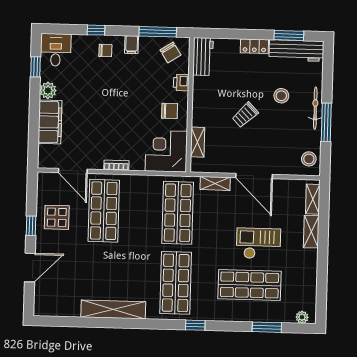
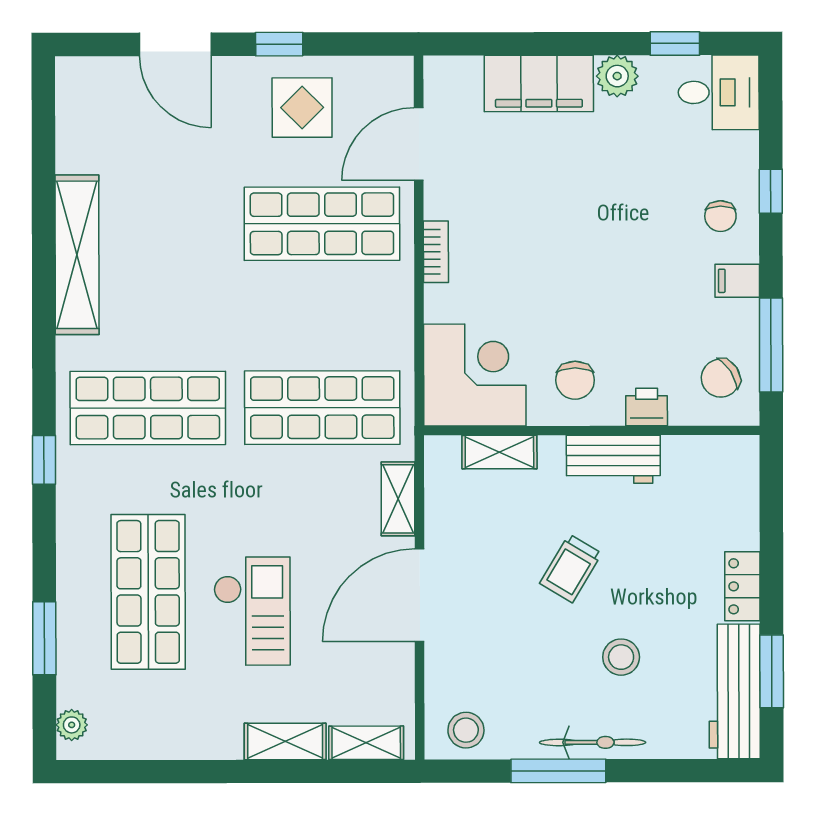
workbench: (203, 57) -> (613, 459), moved
trolley: (245, 115) -> (571, 568), turned -105

